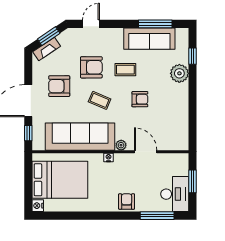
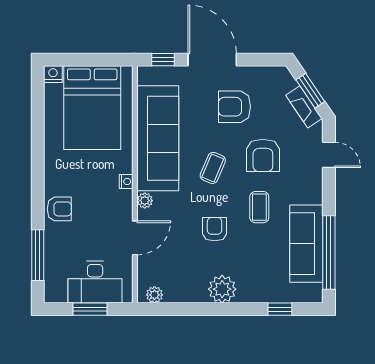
window: (155, 24) -> (329, 253), width x1.46
fireplace: (47, 49) -> (304, 107), moved
plant: (179, 73) -> (222, 289), moved
armchair: (59, 86) -> (234, 107), turned -90
armchair: (140, 99) -> (215, 229), turned 180
plant: (183, 139) -> (154, 295), added
desk: (175, 194) -> (95, 282), moved

